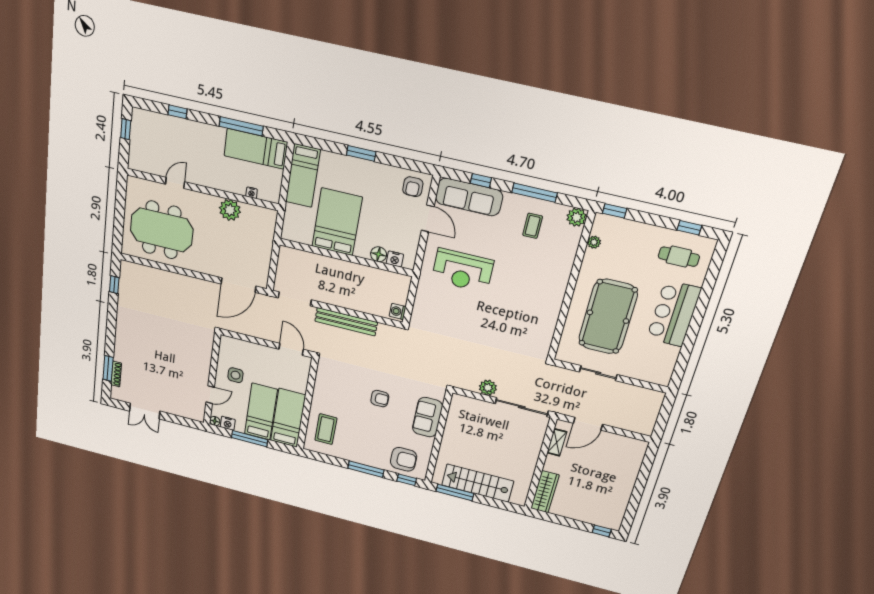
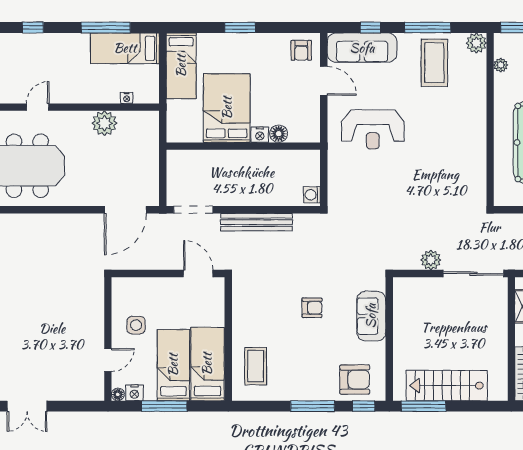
coffee table: (533, 226) -> (434, 63), width x1.86, depth x1.72
nightstand: (395, 259) -> (260, 135), moved

